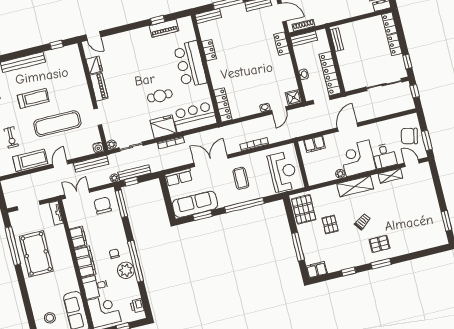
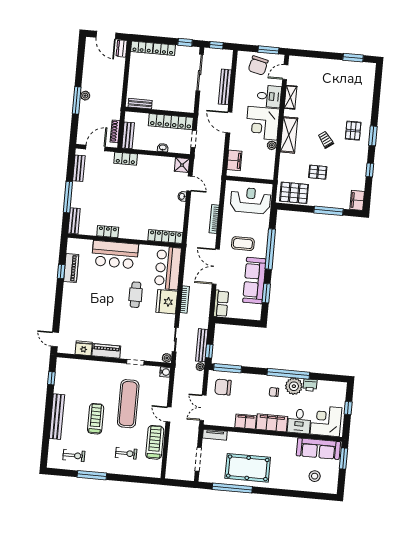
door: (93, 36) -> (55, 339), swing flipped
bench: (91, 164) -> (225, 87), moved
sofa: (195, 204) -> (254, 281), moved
printer: (137, 306) -> (310, 385), moved

